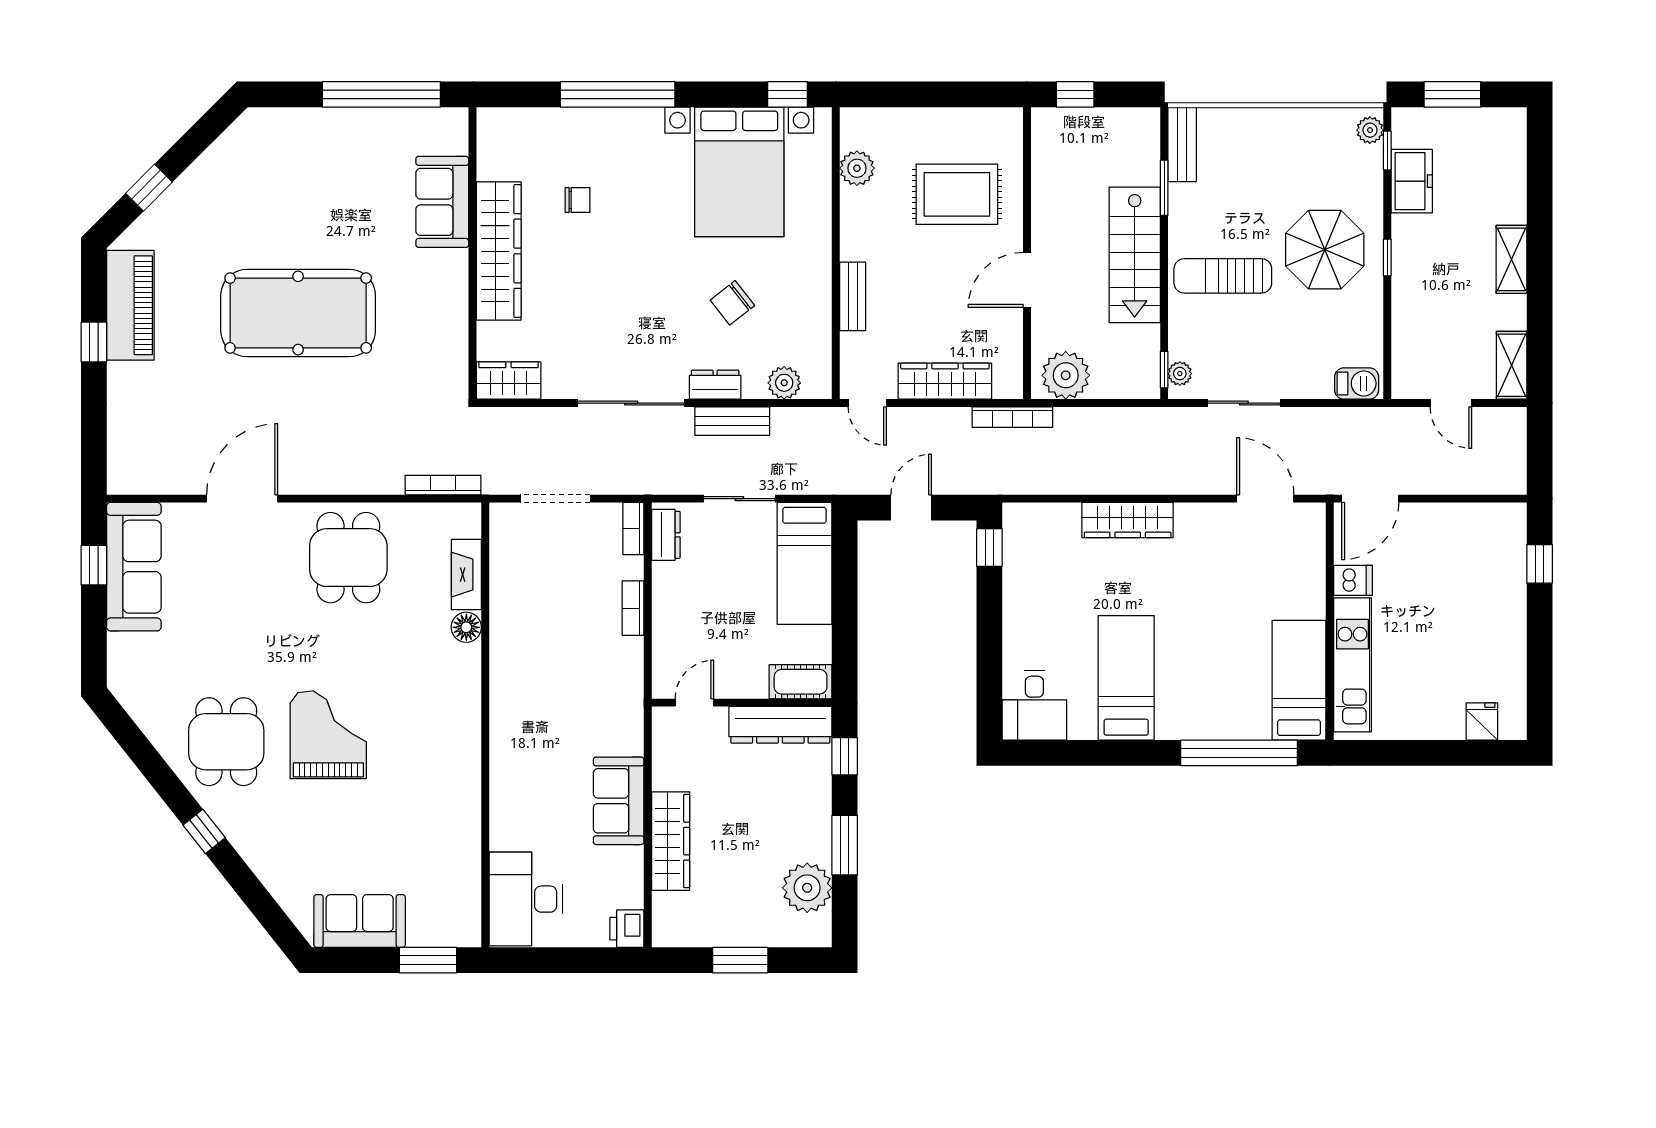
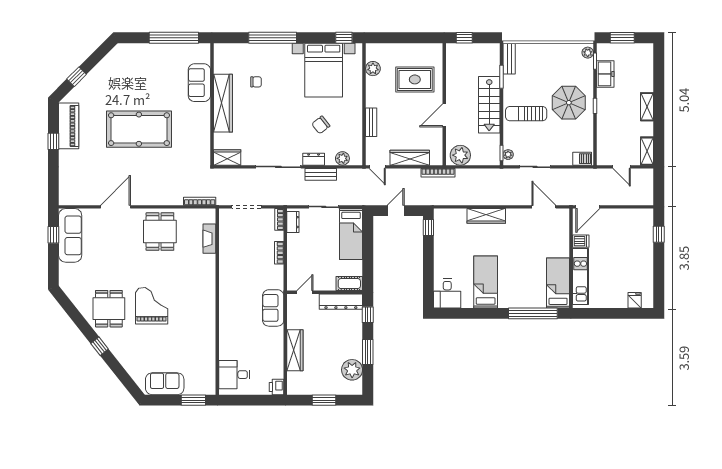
floor lamp: (466, 627) -> (209, 261), removed
sofa: (619, 801) -> (273, 308), moved
desk: (526, 899) -> (234, 375), width x0.73

